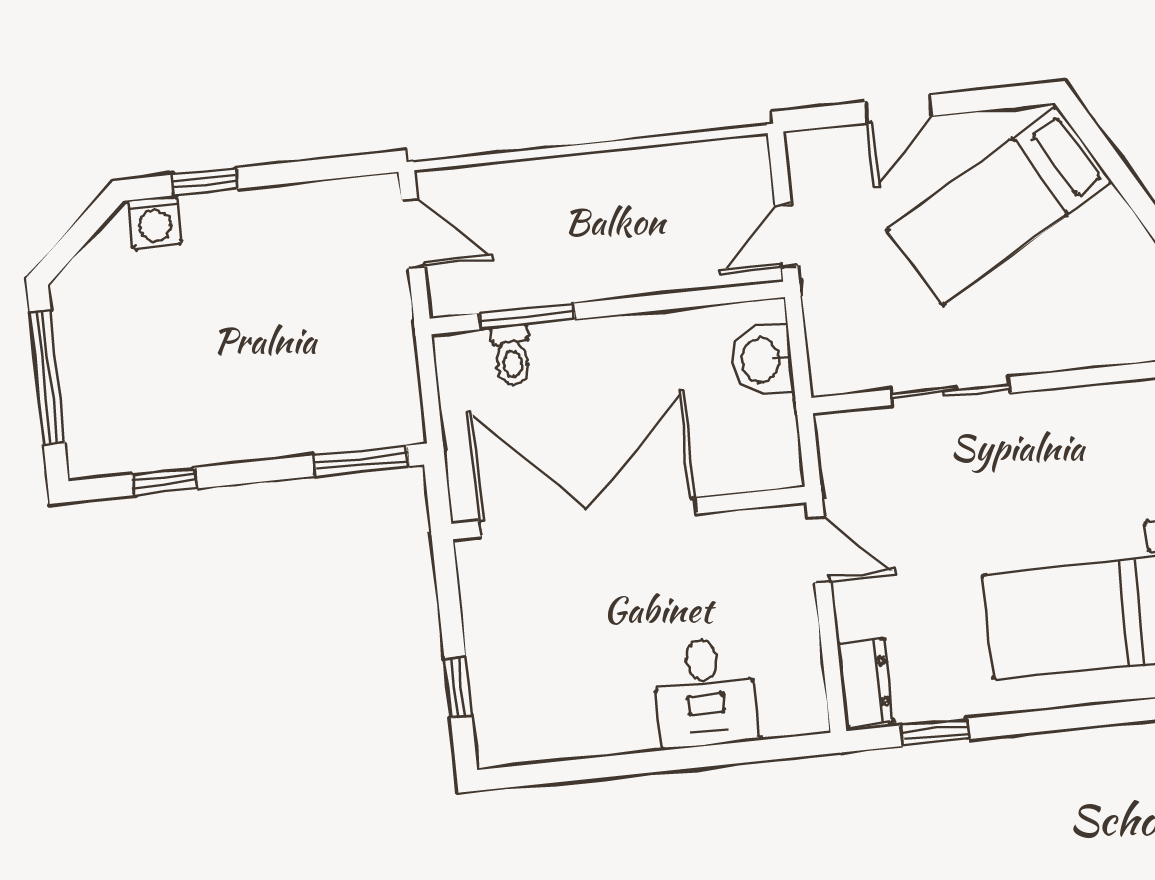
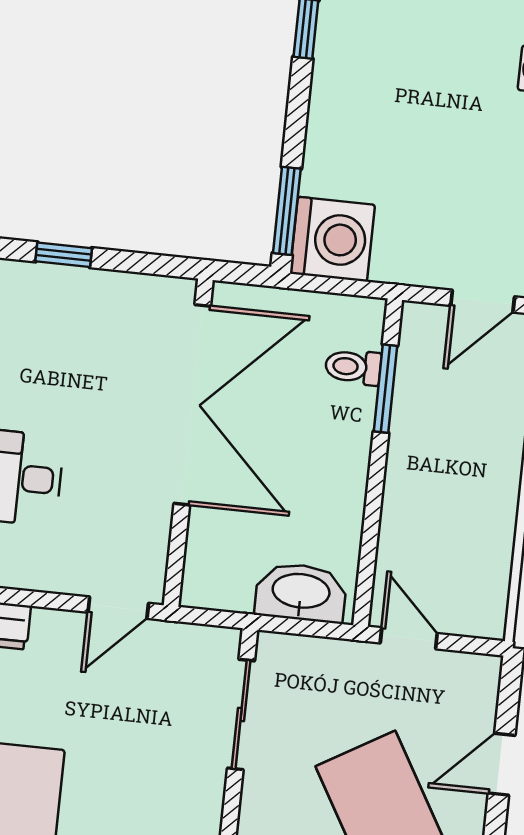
door: (899, 109) -> (502, 764), hinge flipped
washbasin: (762, 360) -> (301, 592), width x1.38
sliding door: (951, 391) -> (241, 715), moved
washing machine: (381, 406) -> (332, 239), added

